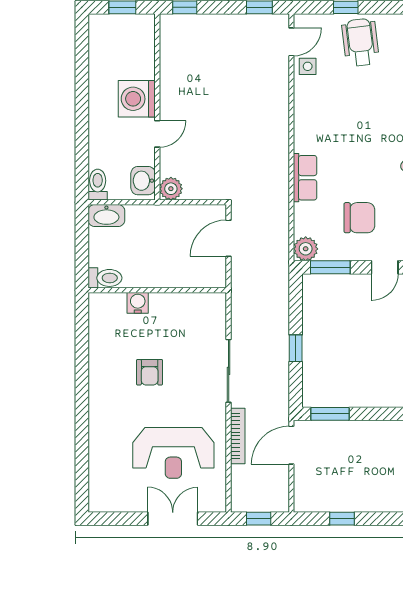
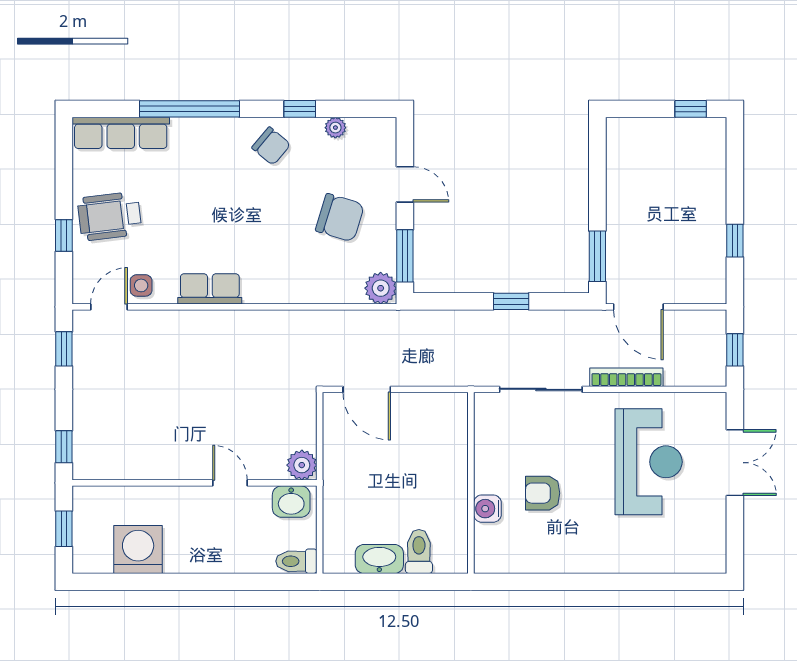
door: (291, 42) -> (109, 307), hinge flipped
washing machine: (137, 99) -> (138, 549), moved, turned 180
row of seats: (305, 178) -> (210, 289), moved
washbasin: (106, 216) -> (379, 559), moved, turned -90
chair: (359, 218) -> (340, 218), turned 107
wall: (157, 290) -> (471, 483), moved
water cooler: (138, 303) -> (487, 509), moved
armchair: (150, 372) -> (543, 493), turned 180
double door: (173, 519) -> (735, 463), swing flipped

